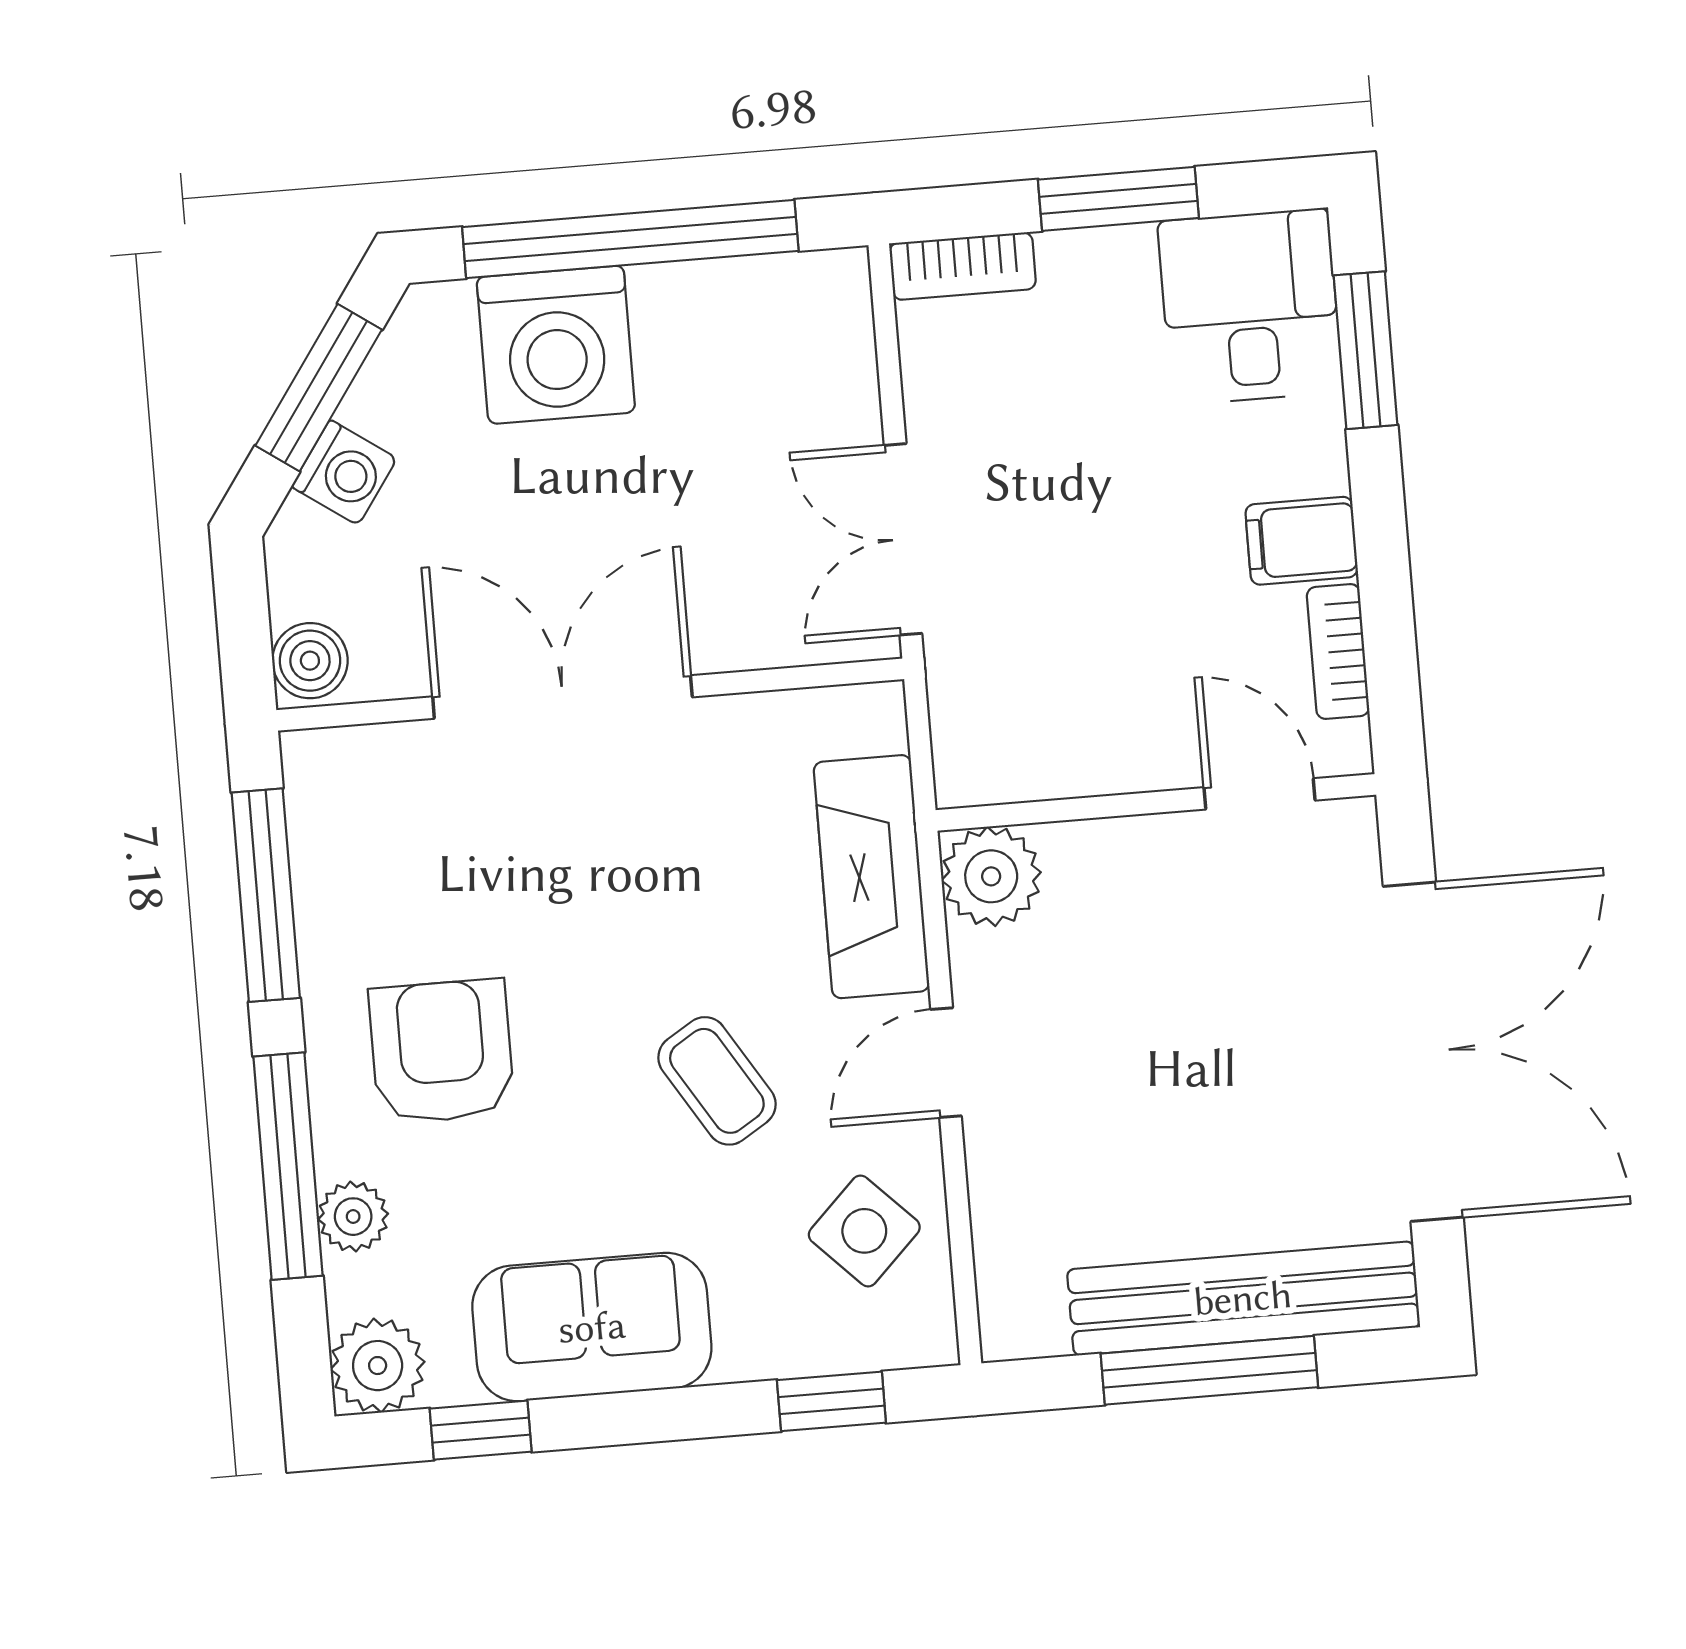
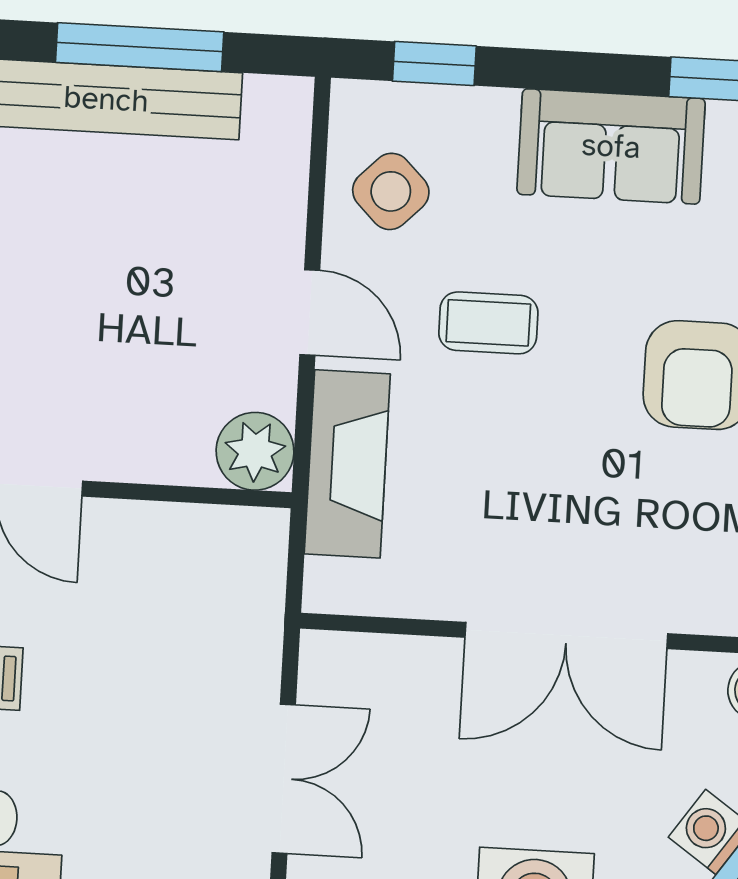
double door: (903, 539) -> (284, 779), moved
door: (946, 1063) -> (310, 312), hinge flipped
coffee table: (717, 1081) -> (488, 323), turned -58

